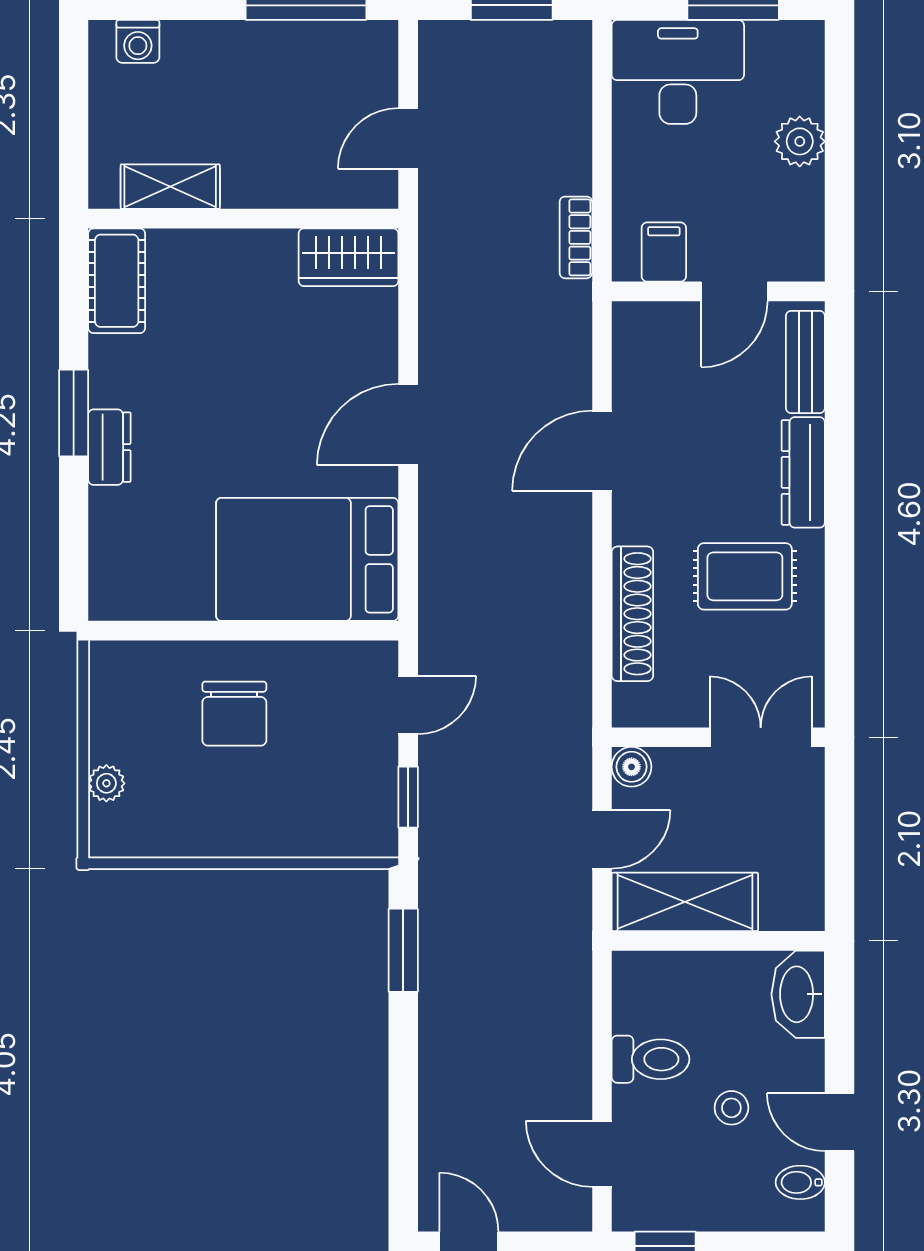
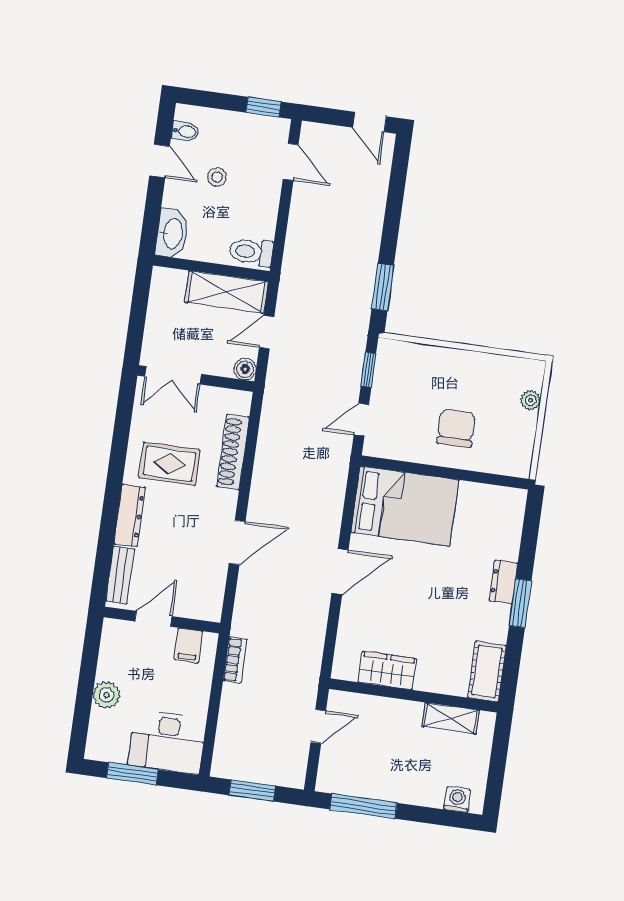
wardrobe: (348, 257) -> (387, 670), moved
toilet: (651, 1059) -> (251, 252), moved

